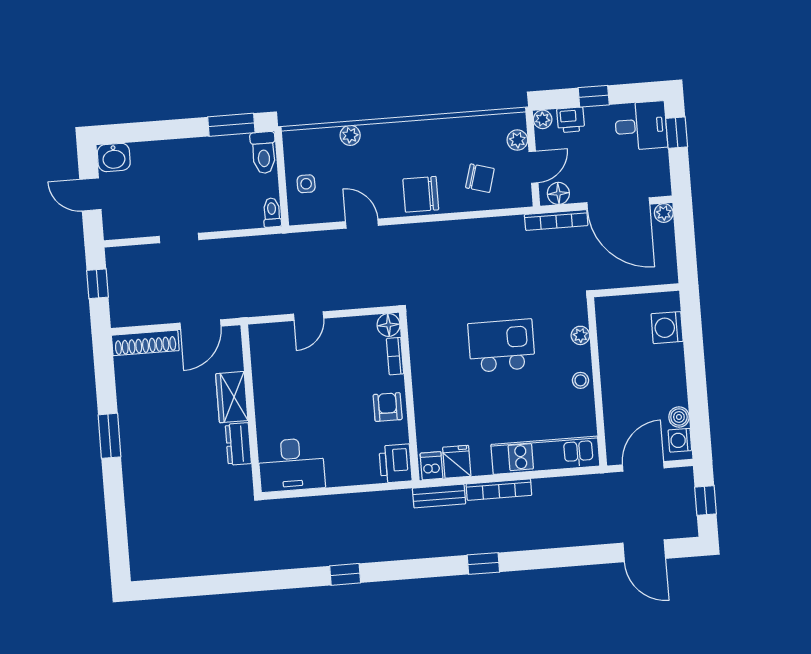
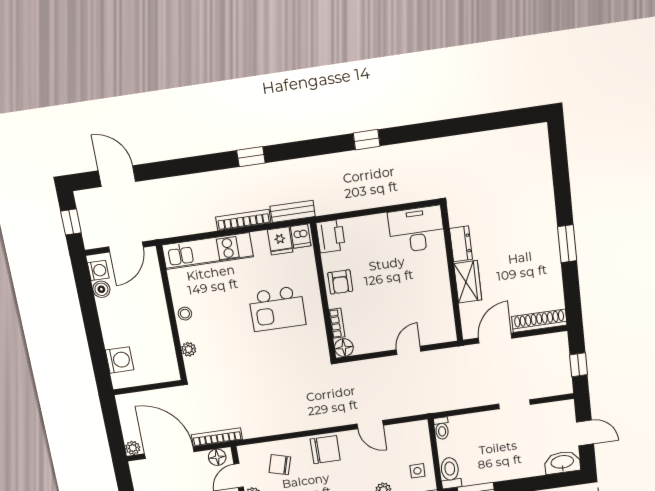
washbasin: (114, 157) -> (562, 462), width x1.38
side table: (306, 184) -> (417, 471), moved
kitchen island: (502, 346) -> (277, 309), moved

